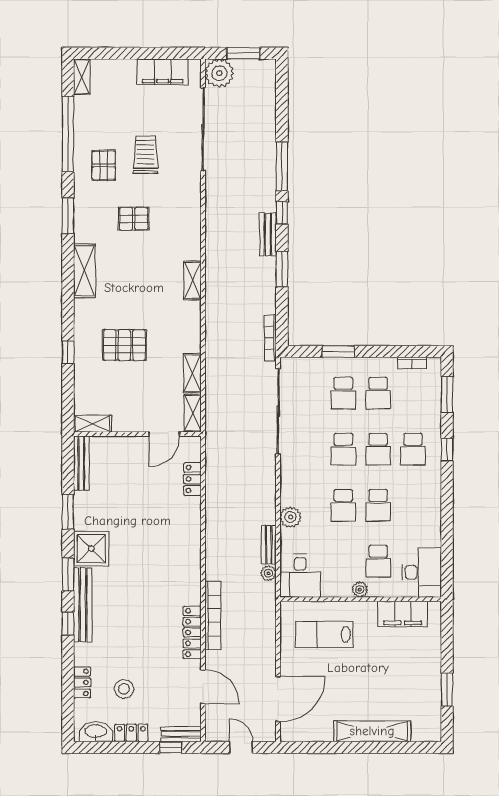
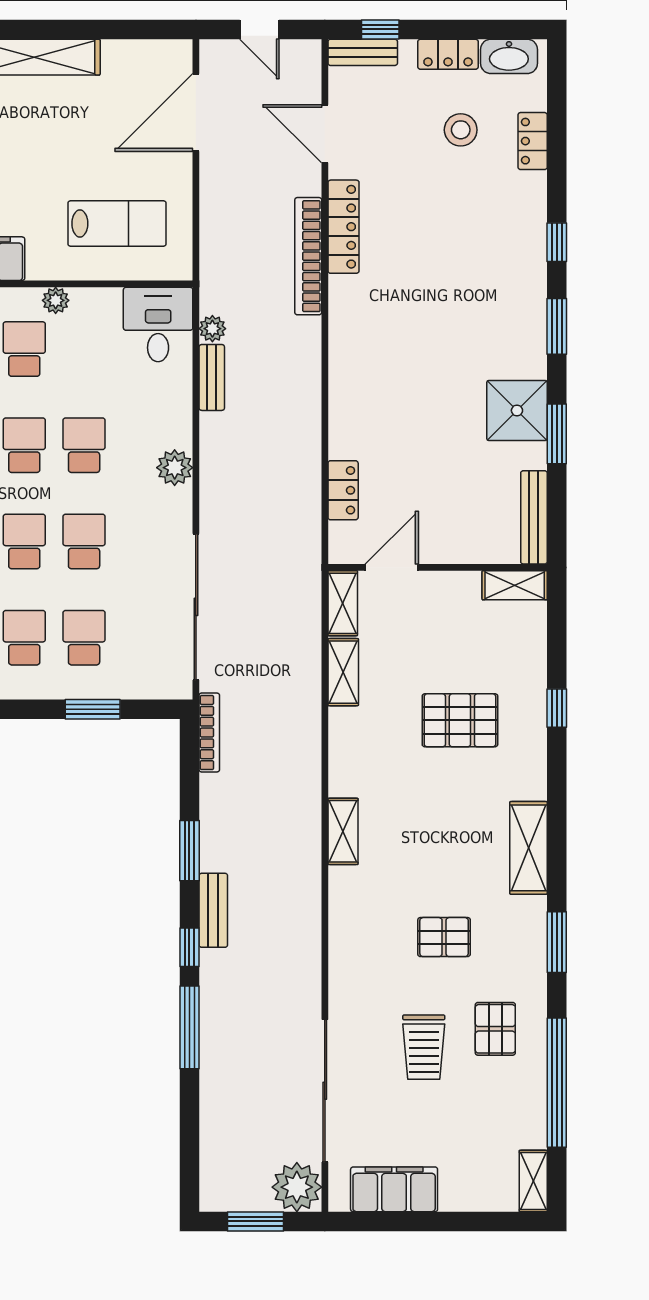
plant: (290, 517) -> (175, 468), moved
shower: (91, 549) -> (517, 410), moved
bench: (83, 605) -> (531, 274), removed

